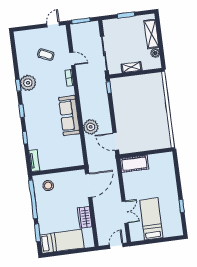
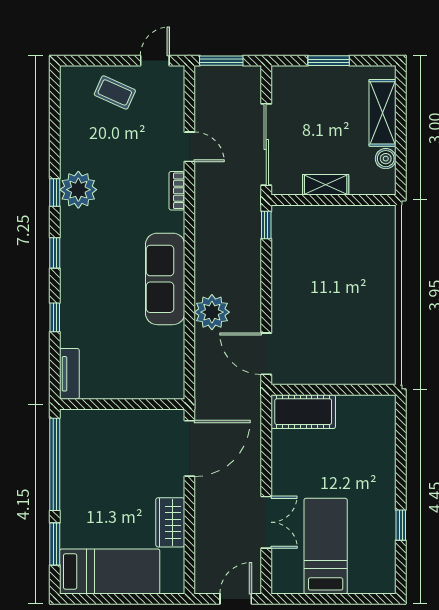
coffee table: (46, 55) -> (115, 92), moved
stool: (48, 186) -> (94, 437), removed

